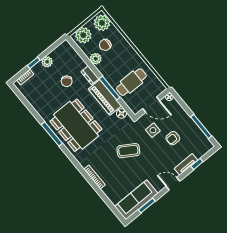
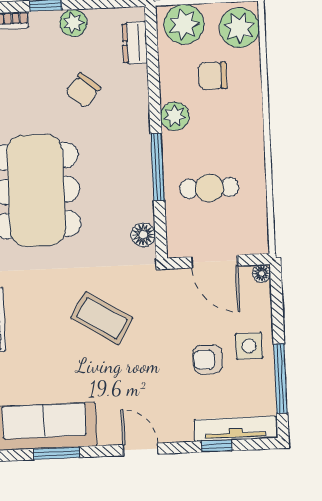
plant: (96, 59) -> (175, 116), moved
dresser: (90, 75) -> (135, 43), moved
cafe table: (131, 82) -> (209, 188), width x0.73, depth x0.74
piano: (105, 97) -> (134, 179), removed
side table: (153, 130) -> (249, 346), moved
tv unit: (186, 164) -> (235, 429), moved, width x1.41

